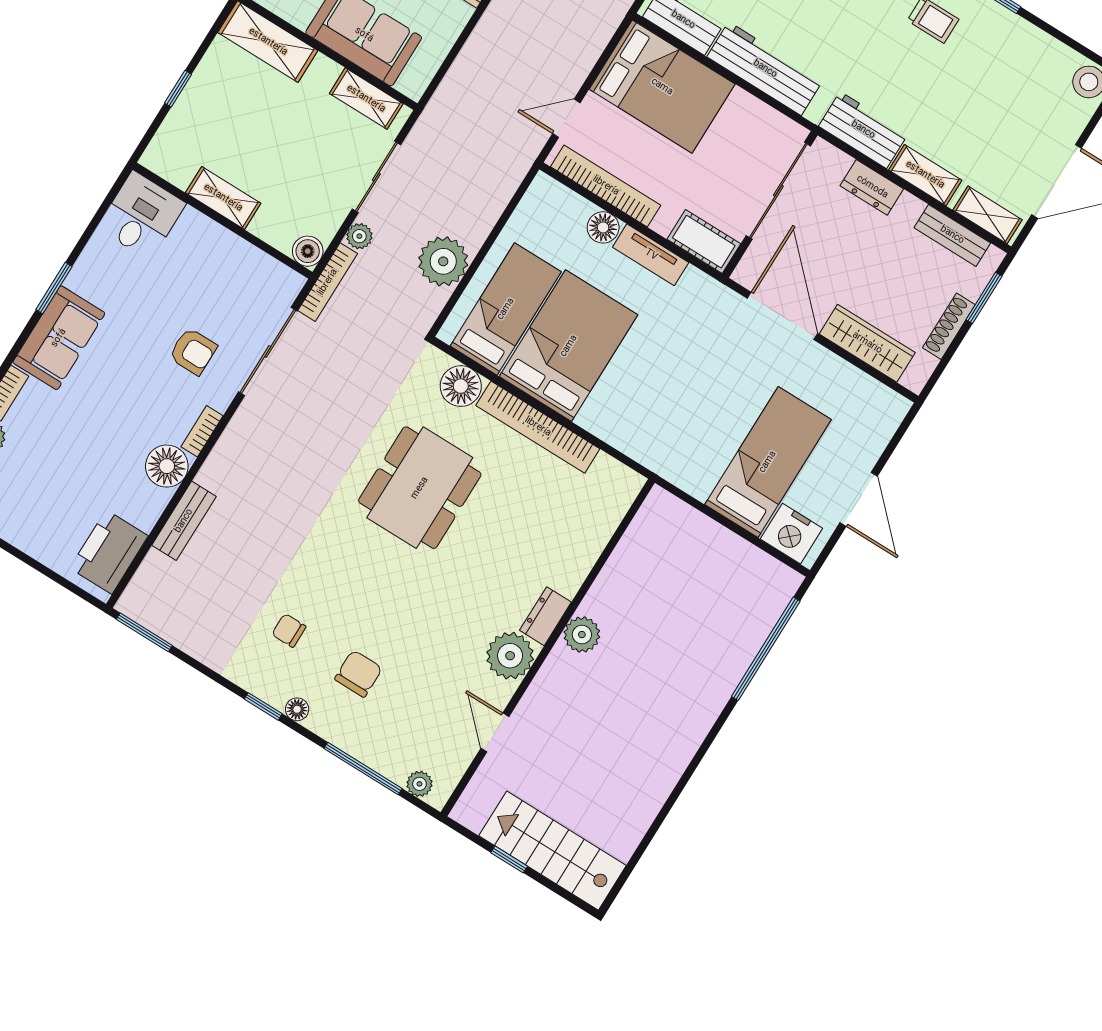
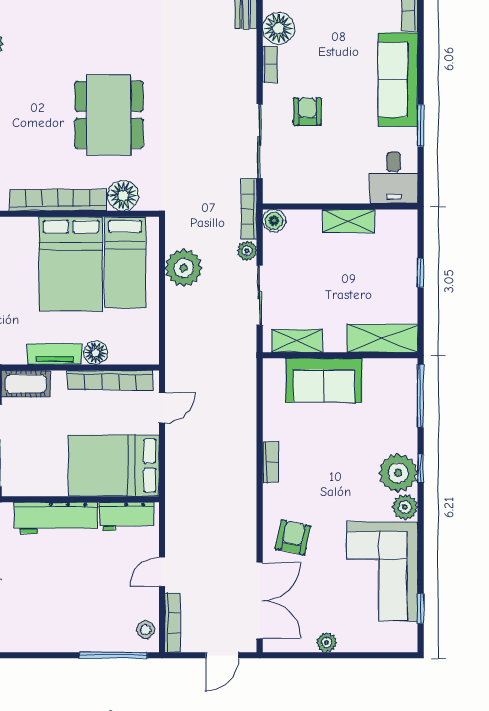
window: (54, 288) -> (421, 125), moved
sofa: (59, 338) -> (398, 80), width x1.36
armchair: (193, 351) -> (307, 112), turned 90

